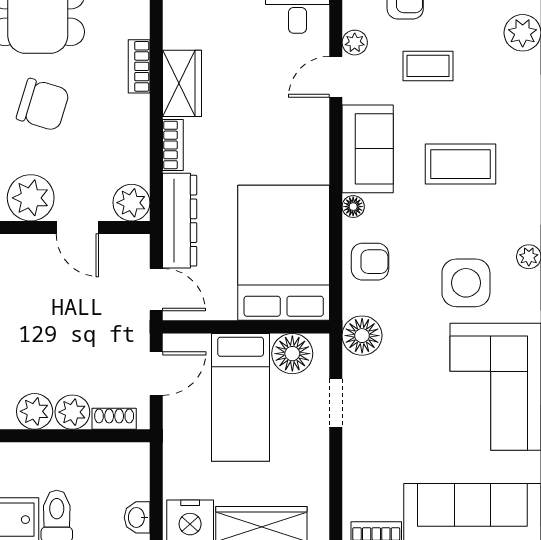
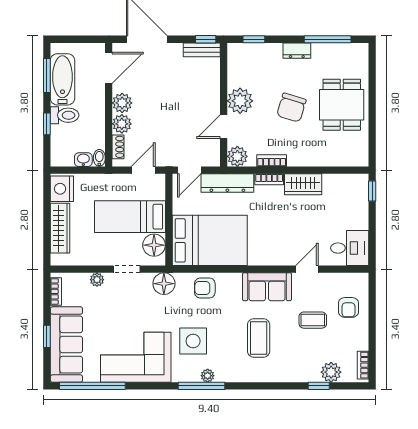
plant: (355, 43) -> (97, 280), moved
bookcase: (139, 66) -> (272, 161), moved
coffee table: (428, 66) -> (313, 320), turned 90
door: (336, 77) -> (307, 269), hinge flipped
floor lamp: (353, 207) -> (235, 279), removed
armchair: (370, 262) -> (205, 288), turned 90
door: (156, 374) -> (143, 170), swing flipped
bidet: (134, 453) -> (99, 158), added
washbasin: (137, 517) -> (83, 160), moved

